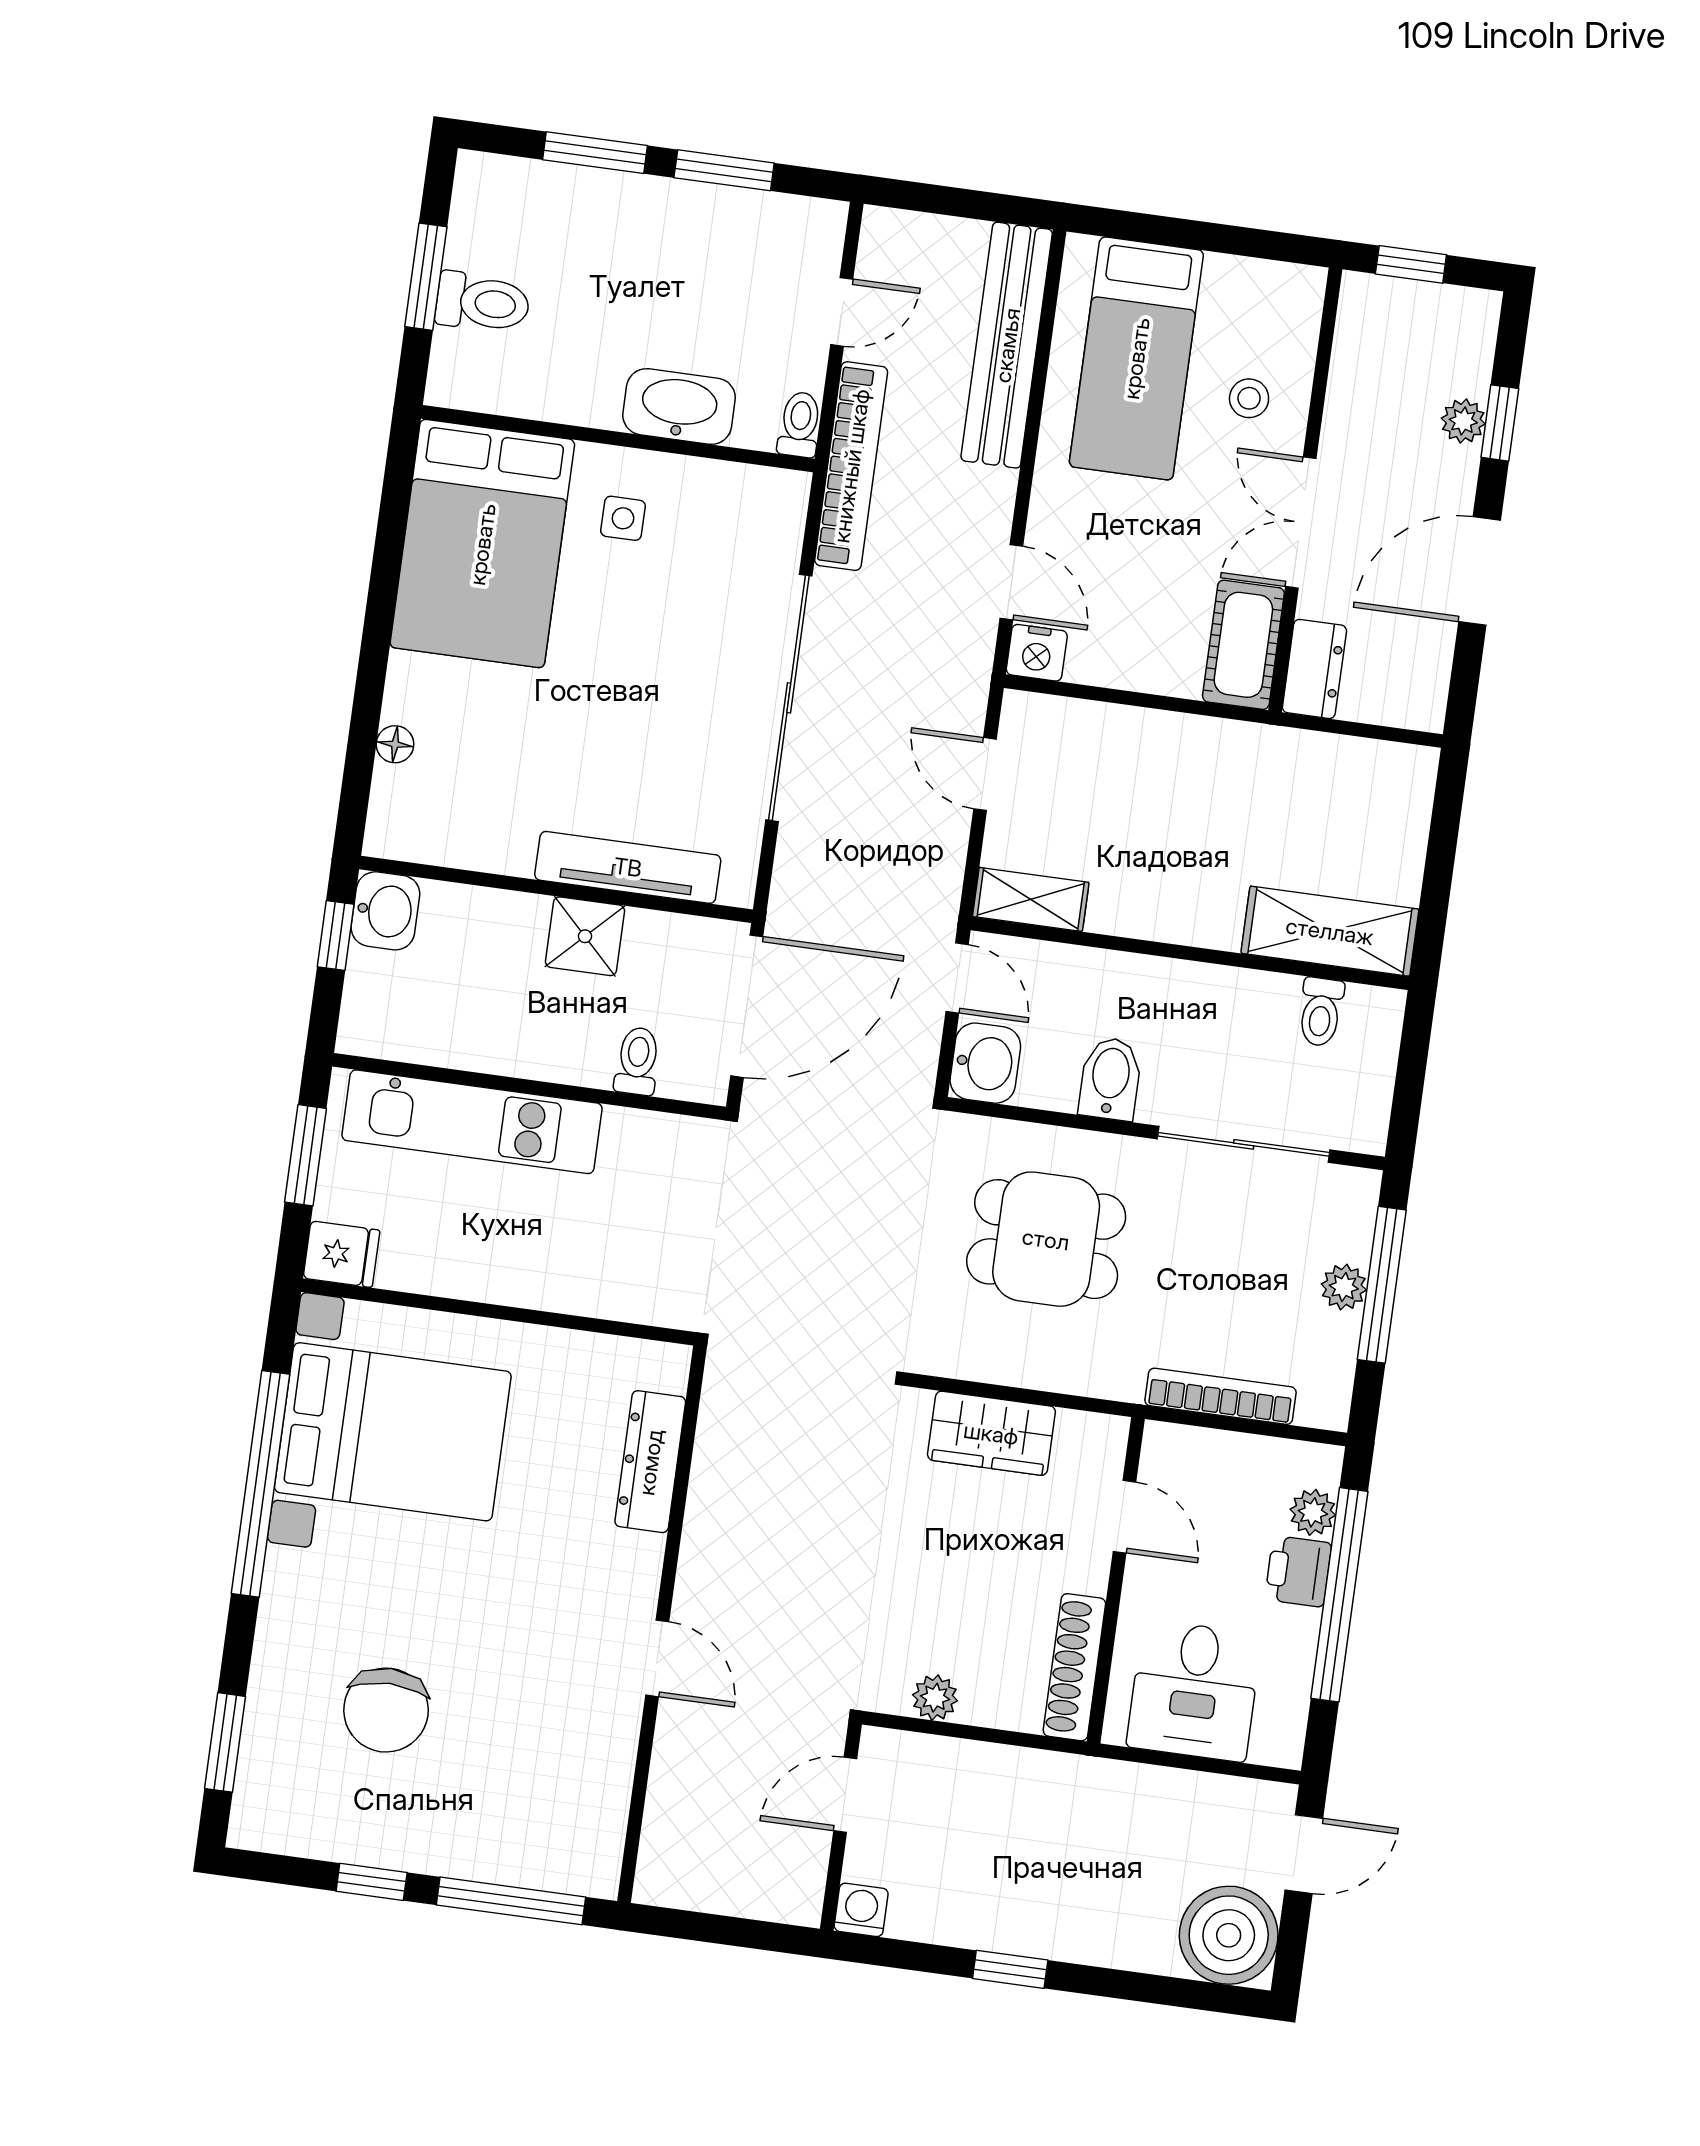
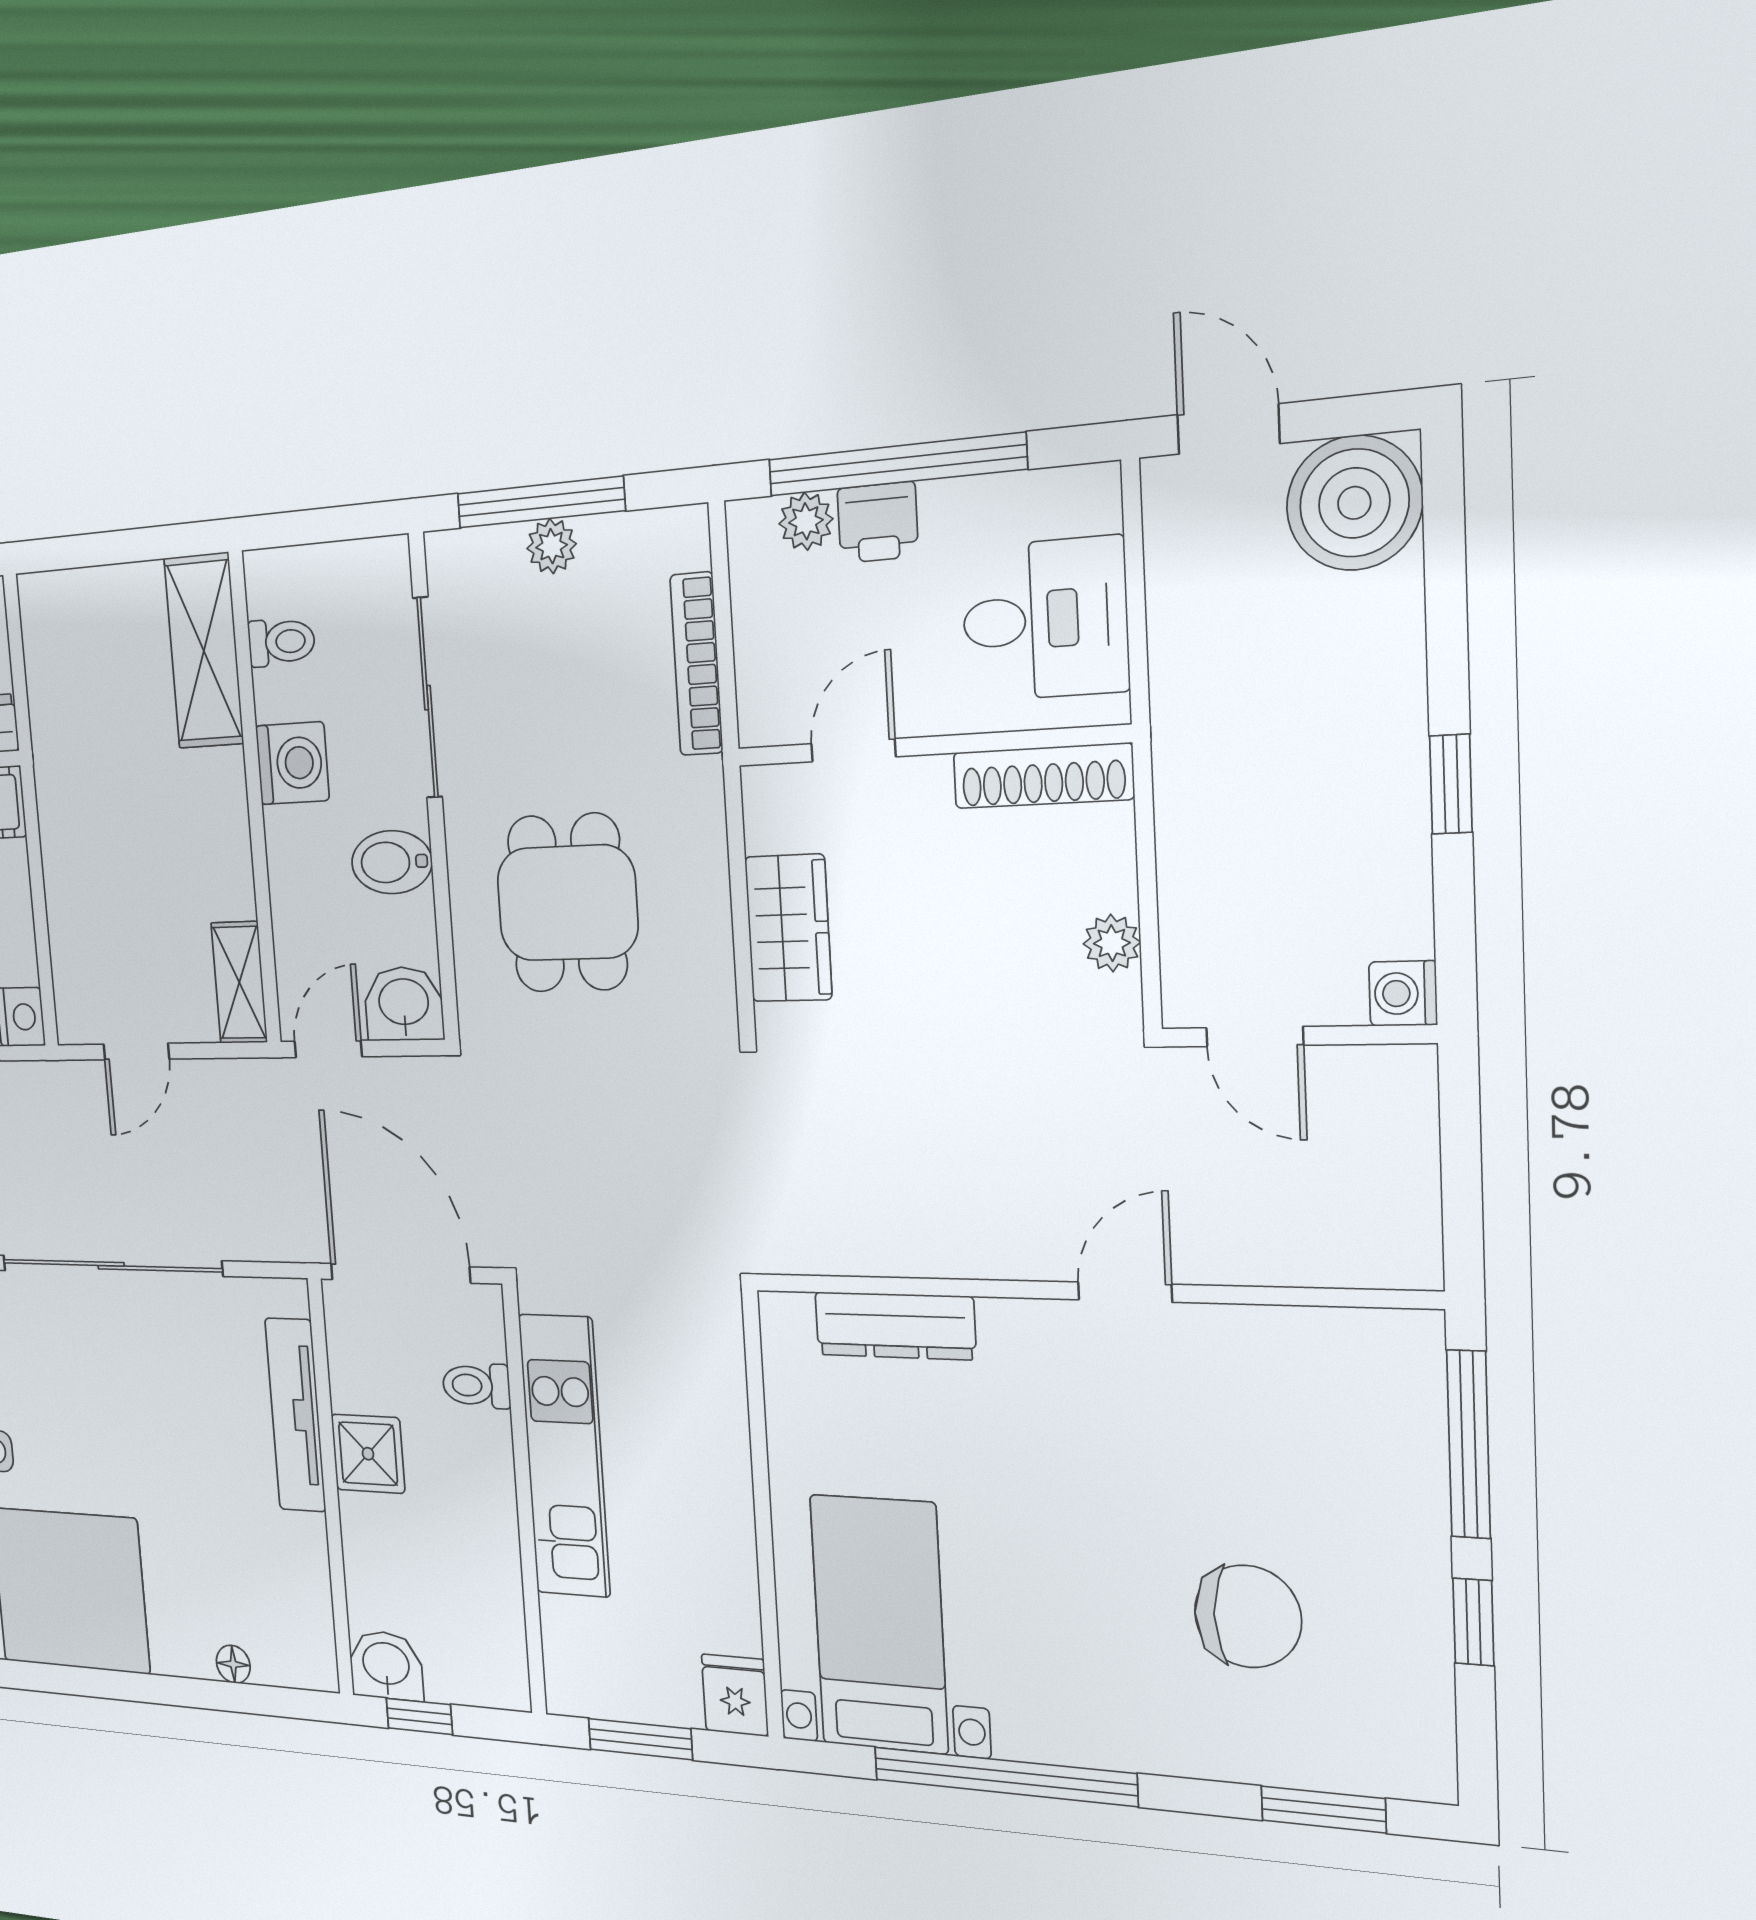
washing machine: (1214, 999) -> (292, 763), added
kitchen unit: (472, 1122) -> (564, 1456), moved
bed with nightstands: (393, 1432) -> (879, 1624), width x0.73

